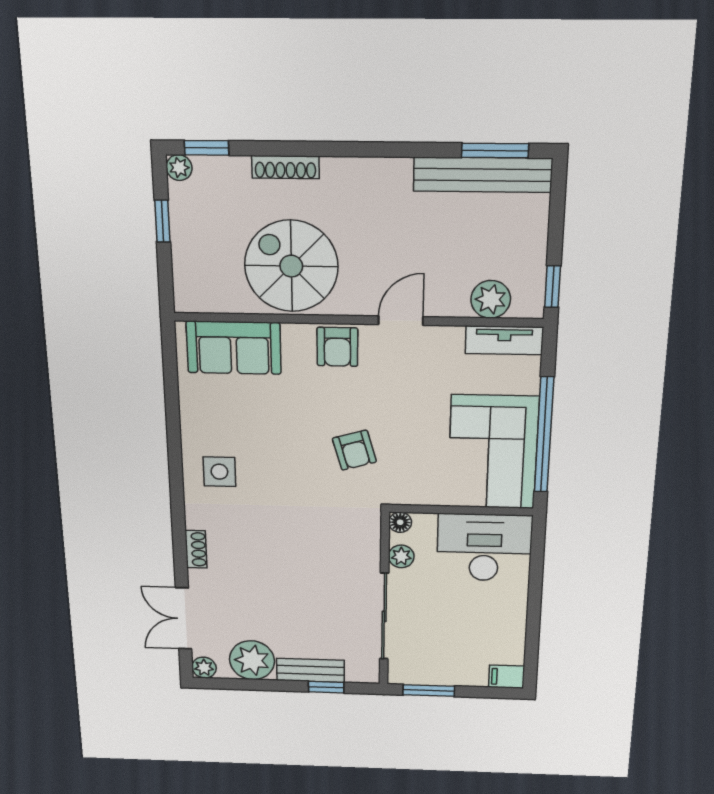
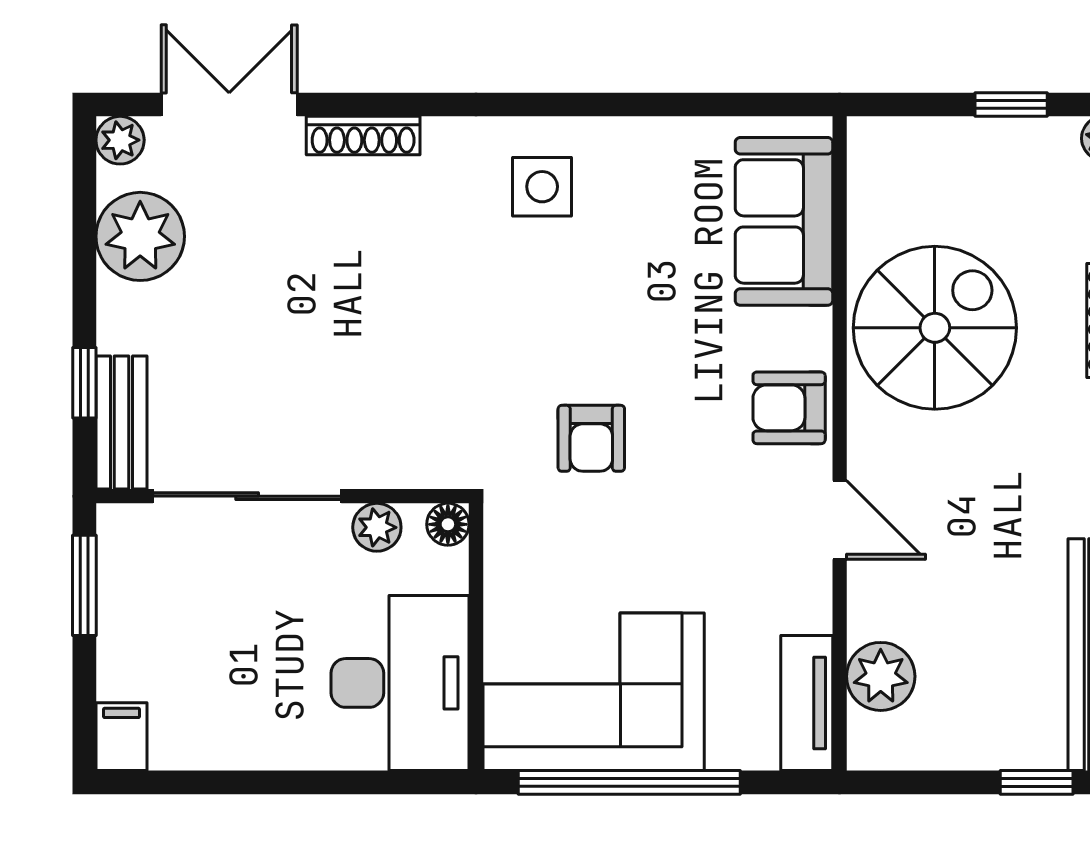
window: (553, 287) -> (1037, 782), moved
armchair: (354, 450) -> (591, 438), turned -74
shoe rack: (196, 549) -> (363, 136), width x1.43
bench: (310, 670) -> (121, 423), moved

